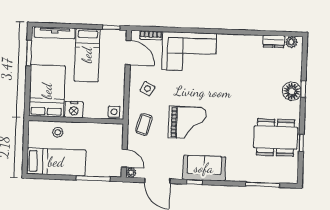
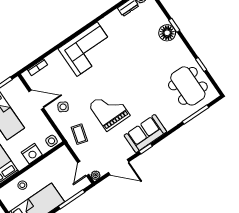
door: (128, 52) -> (36, 100), moved
corner sofa: (189, 52) -> (87, 49), moved
nightstand: (74, 110) -> (32, 154), moved
grand piano: (187, 123) -> (109, 110), turned -90
dining table: (276, 137) -> (188, 86), moved, turned 90
door: (124, 158) -> (83, 169), swing flipped

